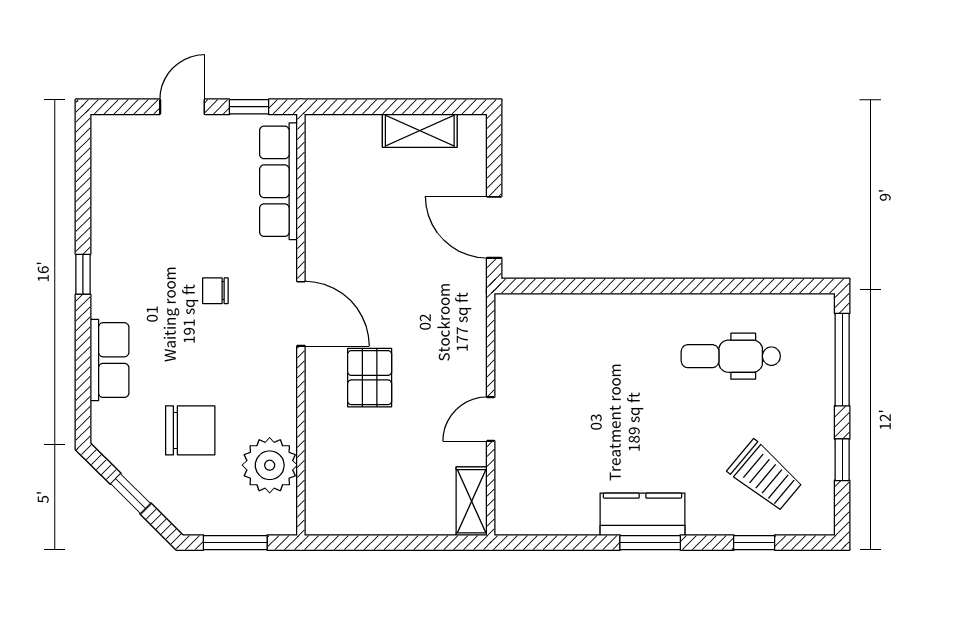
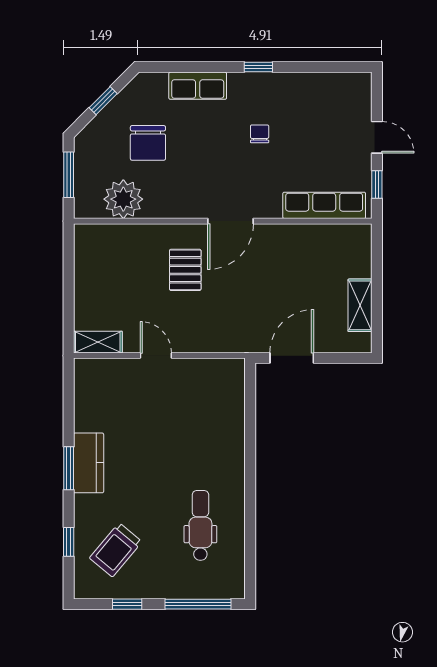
chair: (215, 291) -> (260, 134), moved
pallet: (370, 378) -> (185, 270), turned 90

